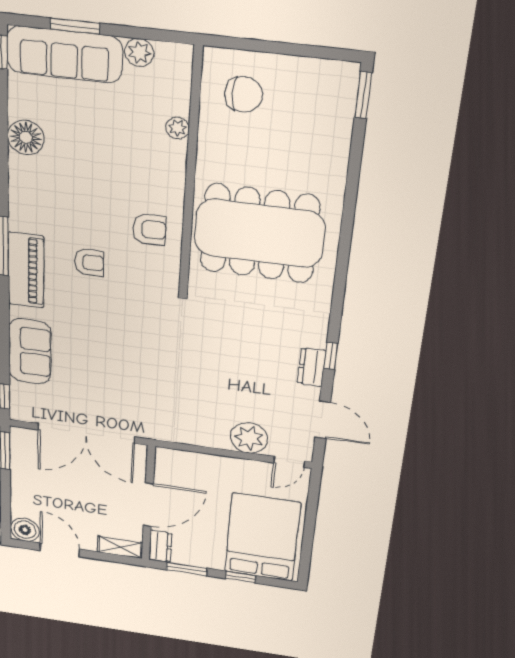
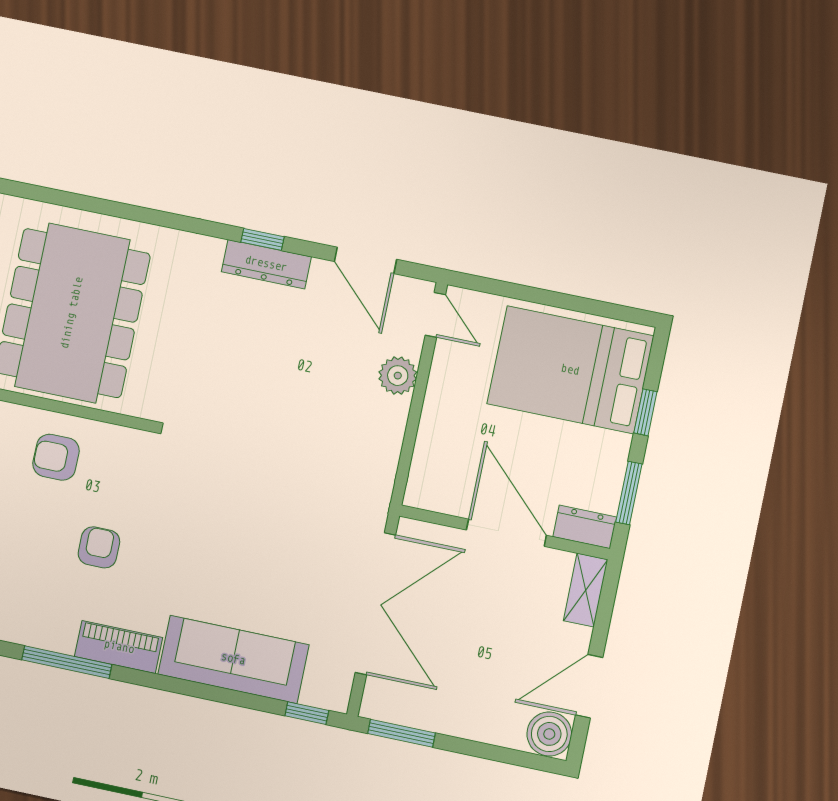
armchair: (149, 229) -> (56, 457), turned -90
piano: (26, 270) -> (119, 647), width x0.73, depth x0.75
sofa: (30, 351) -> (233, 659), width x1.36
dresser: (312, 367) -> (266, 264), width x1.44
door: (323, 420) -> (365, 260), swing flipped
plant: (249, 438) -> (398, 376), width x0.73, depth x0.73

